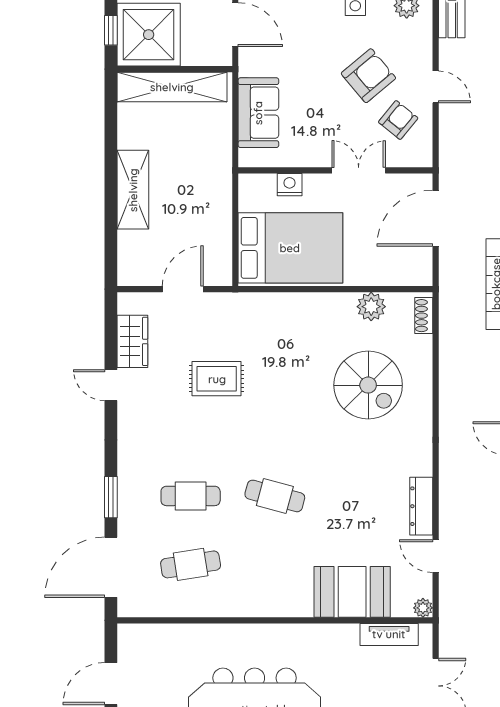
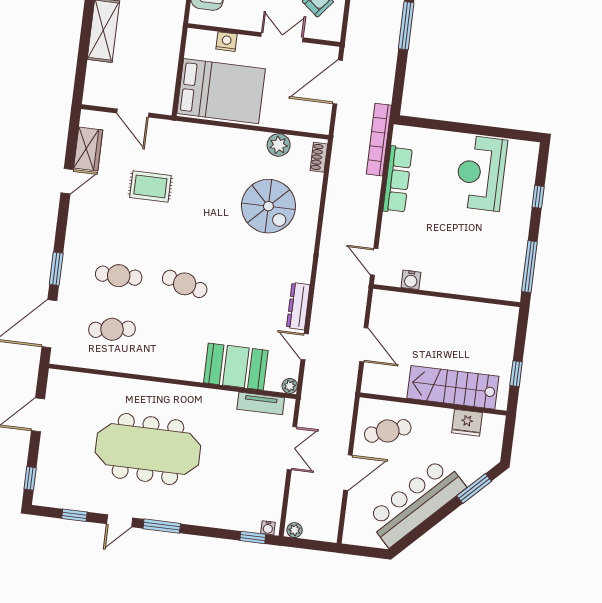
door: (183, 289) -> (133, 113), swing flipped
door: (111, 385) -> (67, 181), swing flipped

